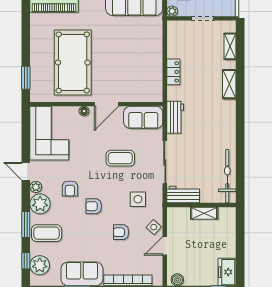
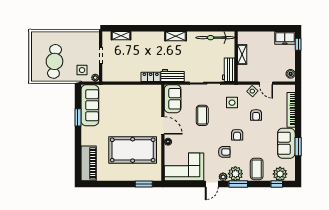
locker: (173, 72) -> (151, 77), moved
shelving: (229, 84) -> (176, 36), moved
window: (26, 224) -> (238, 184), moved

